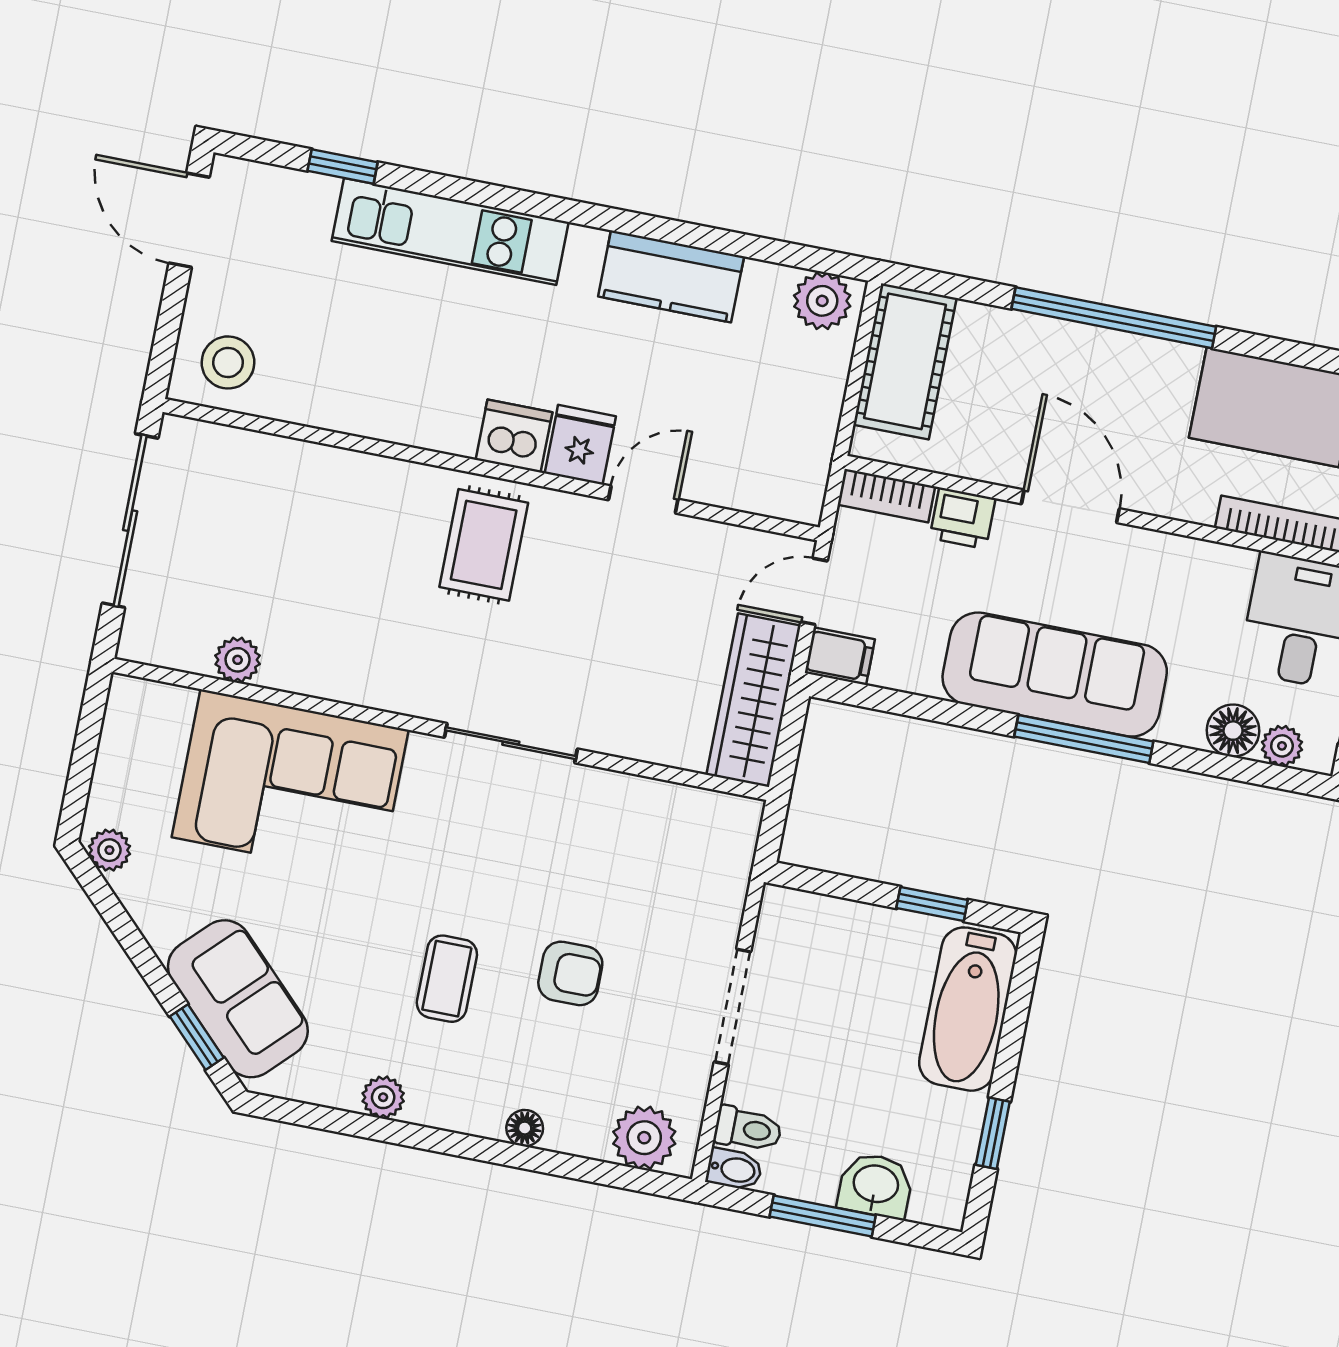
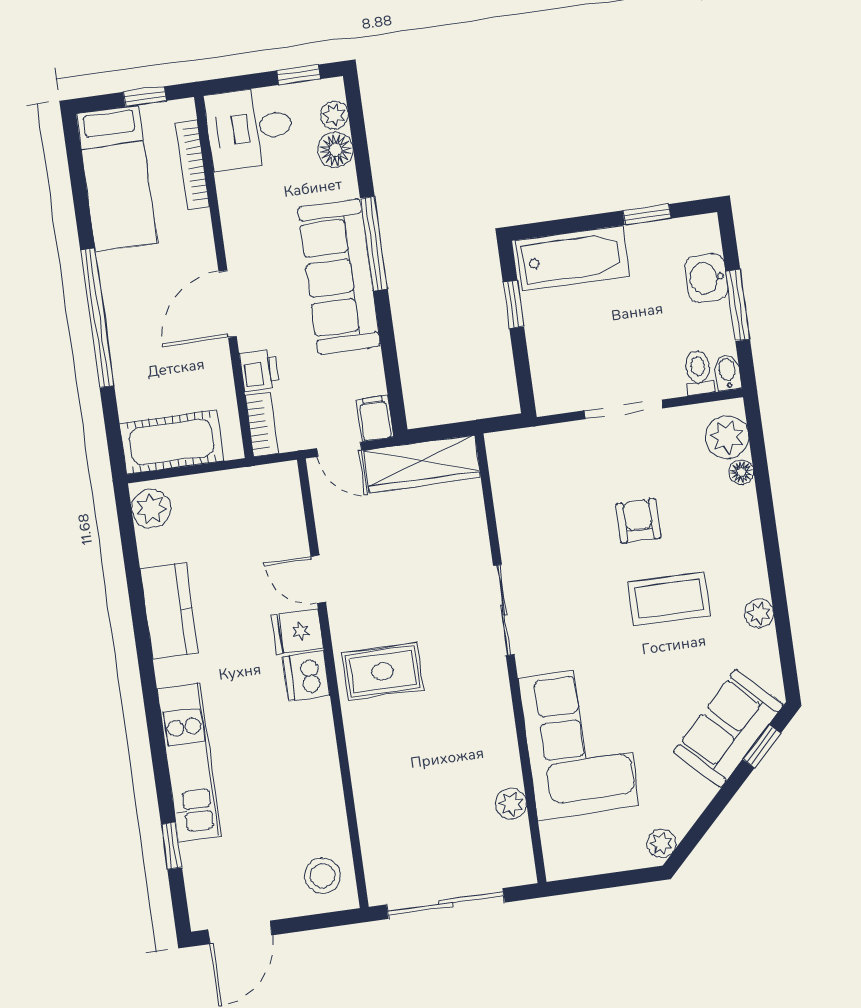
coffee table: (447, 979) -> (669, 599), width x1.36, depth x1.30
floor lamp: (525, 1128) -> (741, 472), moved

